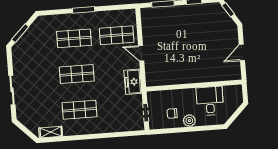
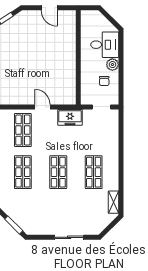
door: (141, 53) -> (43, 107), swing flipped
desk: (210, 101) -> (105, 45), moved, turned 180

